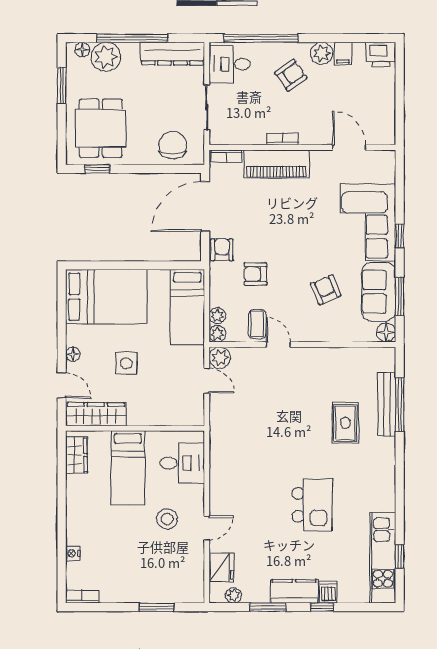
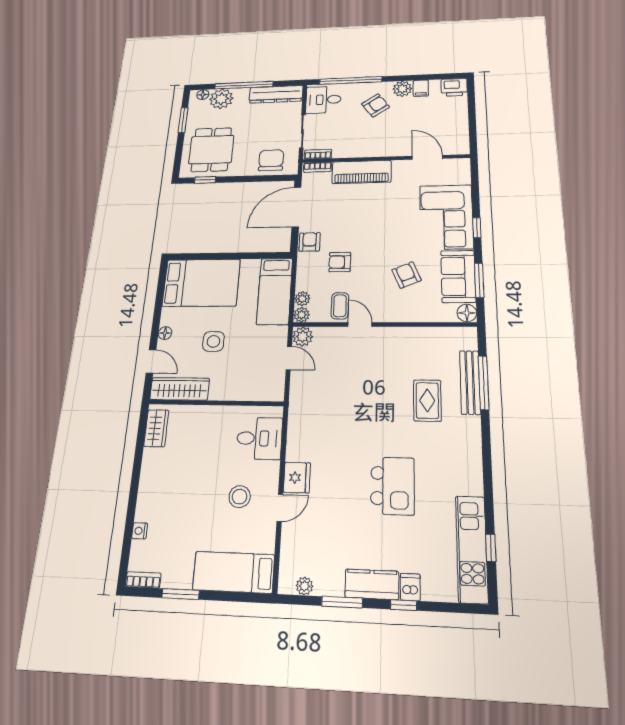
bookcase: (283, 139) -> (318, 154), moved
bed: (128, 468) -> (234, 572), moved, turned 90
fridge: (221, 567) -> (297, 478), moved
window: (156, 607) -> (181, 594), moved

